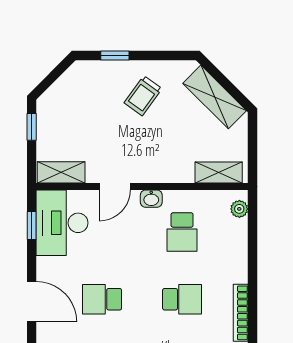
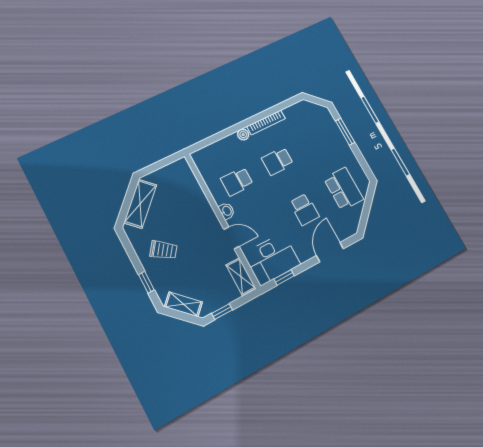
shelving: (219, 173) -> (183, 304), moved, turned -45
plant: (239, 209) -> (243, 135), moved
school desk: (182, 232) -> (237, 181), turned 180
school desk: (182, 299) -> (277, 161), turned -90

